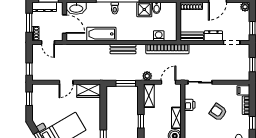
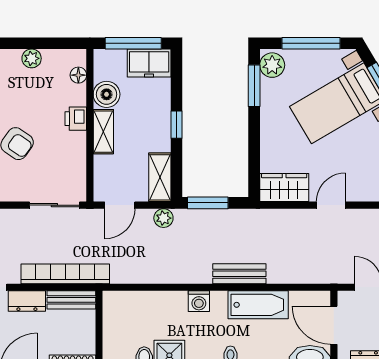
washing machine: (159, 36) -> (199, 301), moved
bench: (123, 49) -> (239, 274), moved
bookcase: (167, 49) -> (65, 274), moved
printer: (190, 105) -> (76, 119), moved

